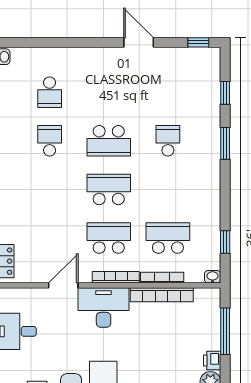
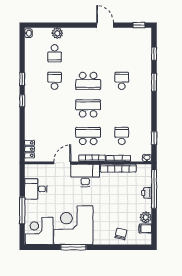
plant: (54, 57) -> (57, 33), added
school desk: (168, 238) -> (122, 136), width x0.54
window: (225, 331) -> (154, 189), width x1.46
printer: (212, 361) -> (147, 193), moved

